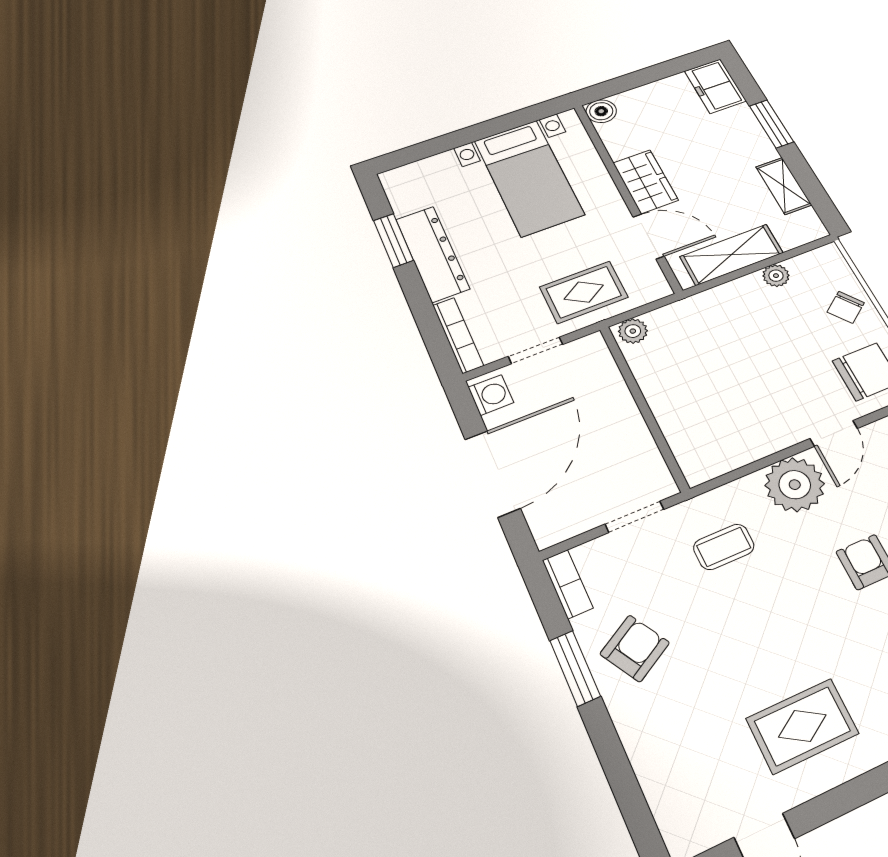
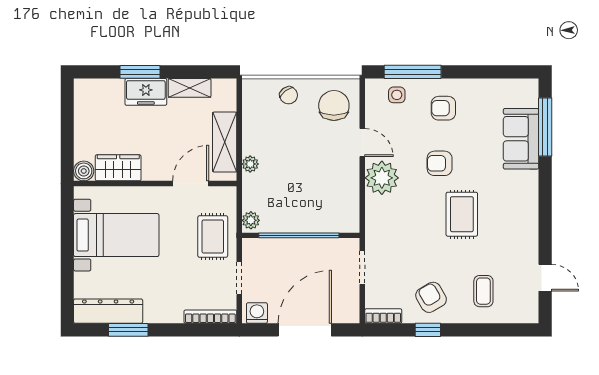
freezer: (715, 86) -> (146, 92), moved
wardrobe: (645, 181) -> (118, 168), moved
dresser: (432, 254) -> (108, 311), moved
plant: (776, 276) -> (250, 164), moved
window: (642, 404) -> (299, 235), added
door: (492, 474) -> (305, 330), hinge flipped
coffee table: (724, 547) -> (483, 291), moved
window: (575, 668) -> (428, 330), width x0.67
rug: (802, 726) -> (462, 214), moved

